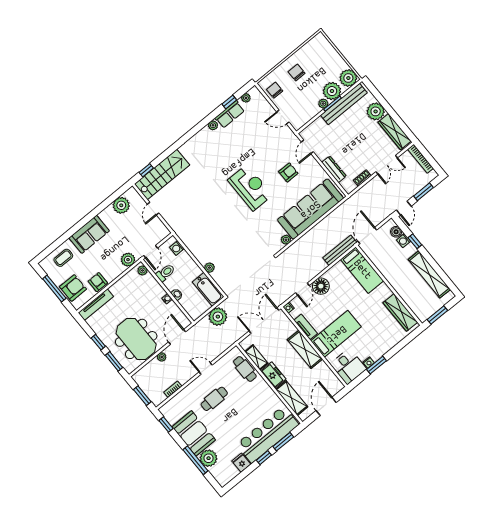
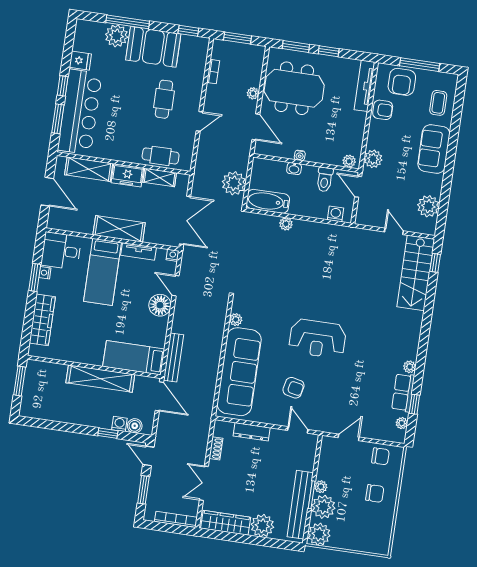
armchair: (288, 173) -> (293, 388), turned -78
shelving: (429, 274) -> (100, 379), moved
wardrobe: (400, 312) -> (42, 320), moved, turned 90

